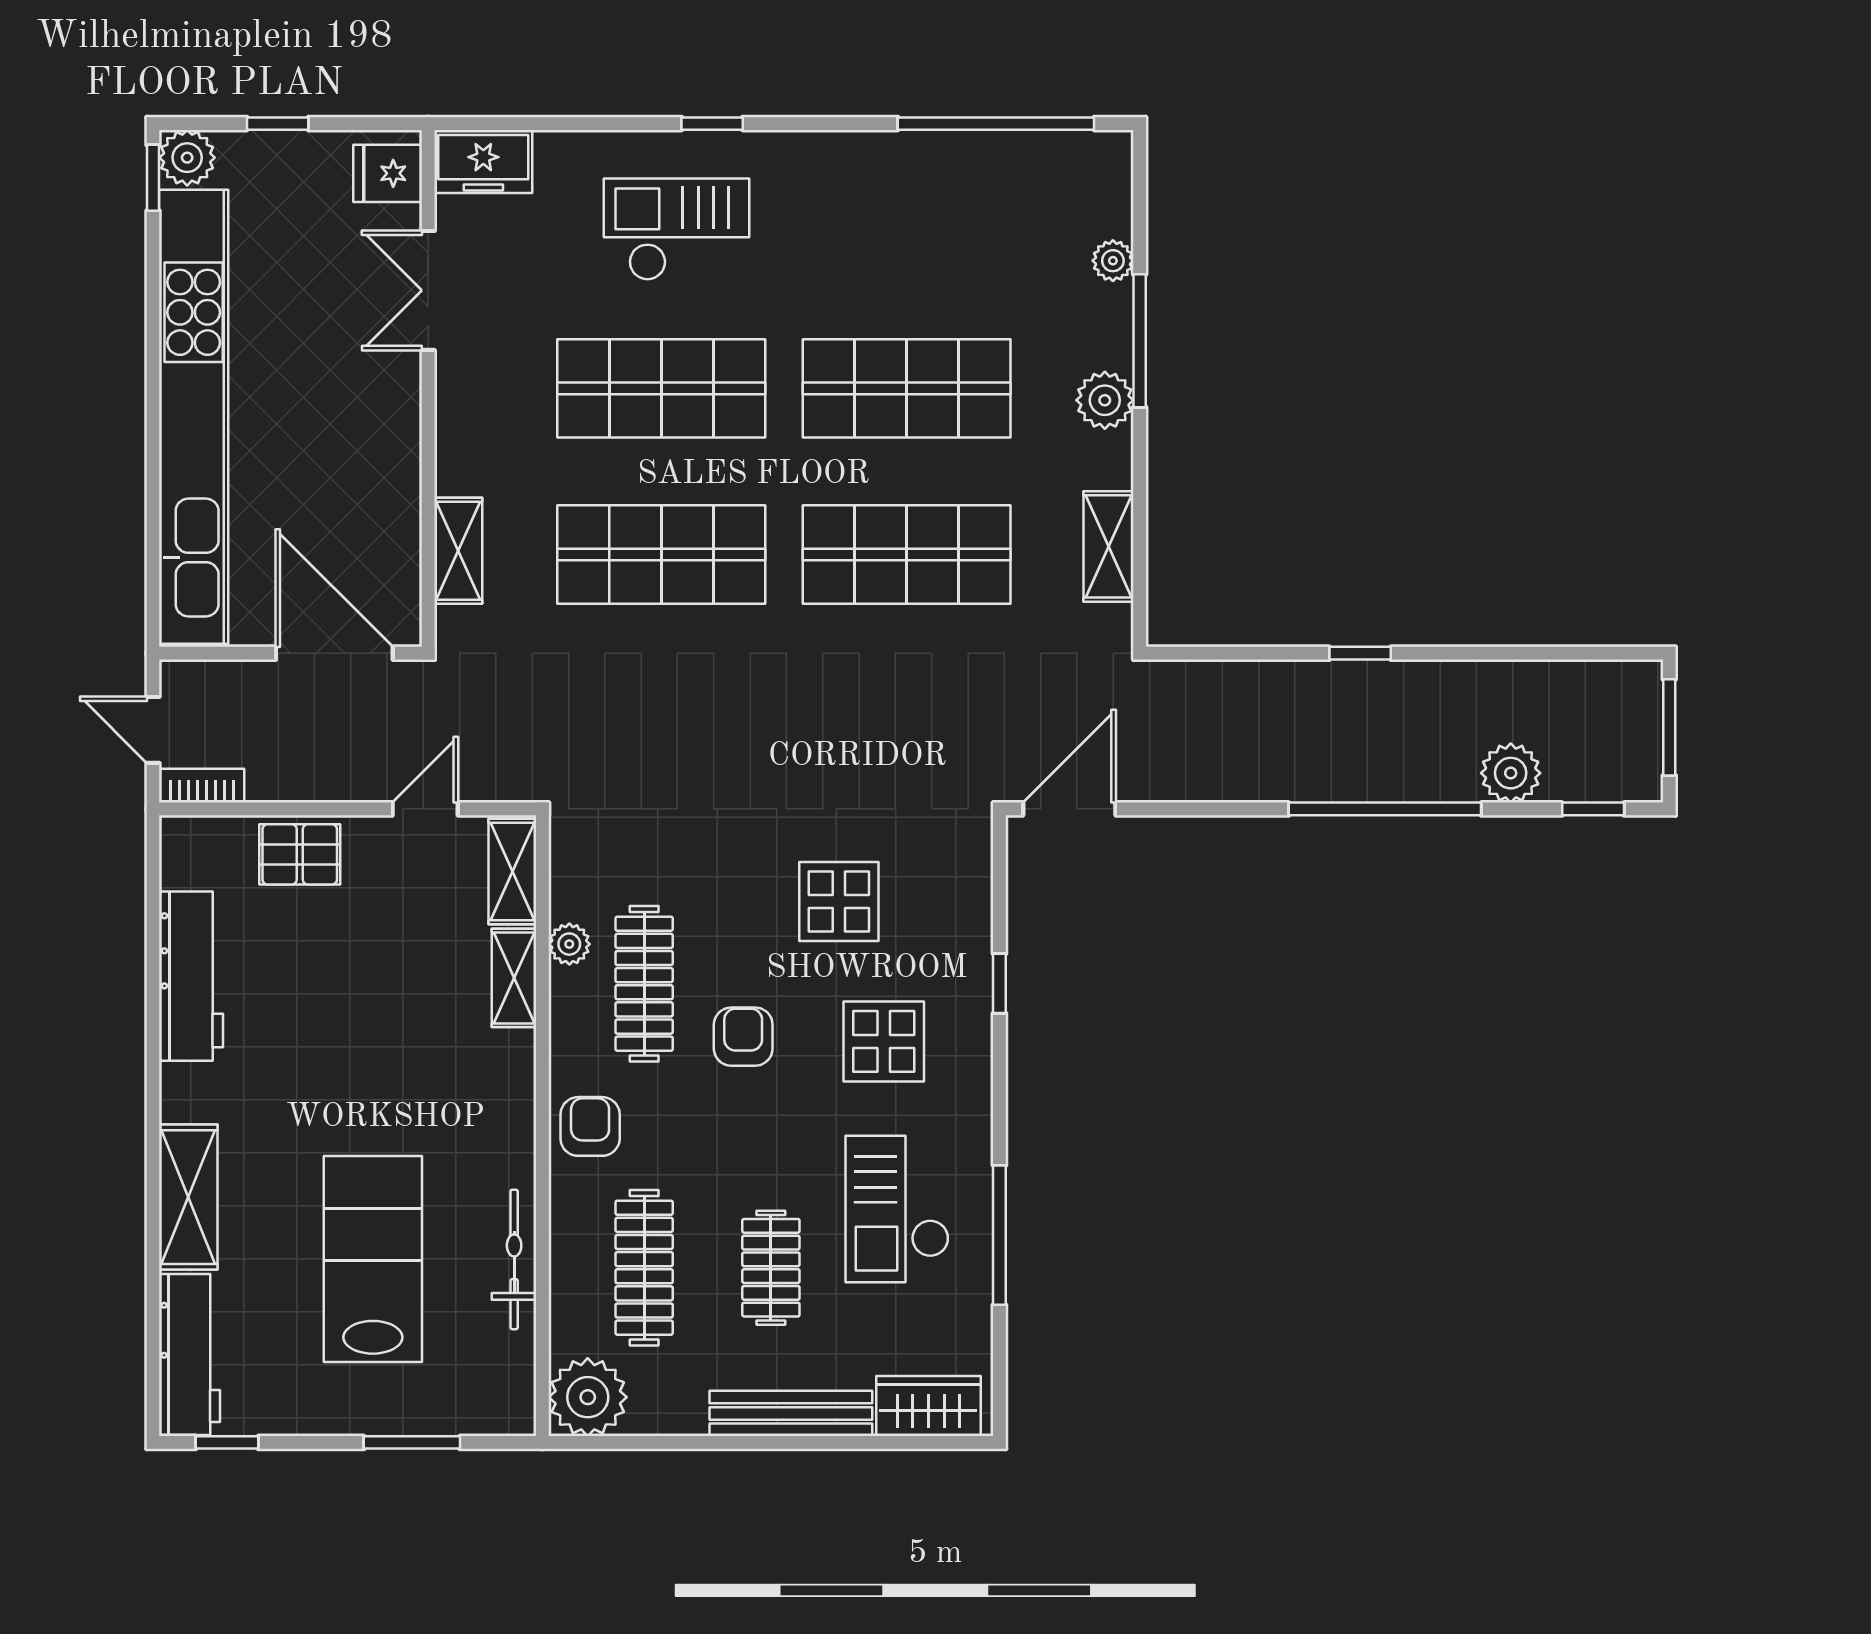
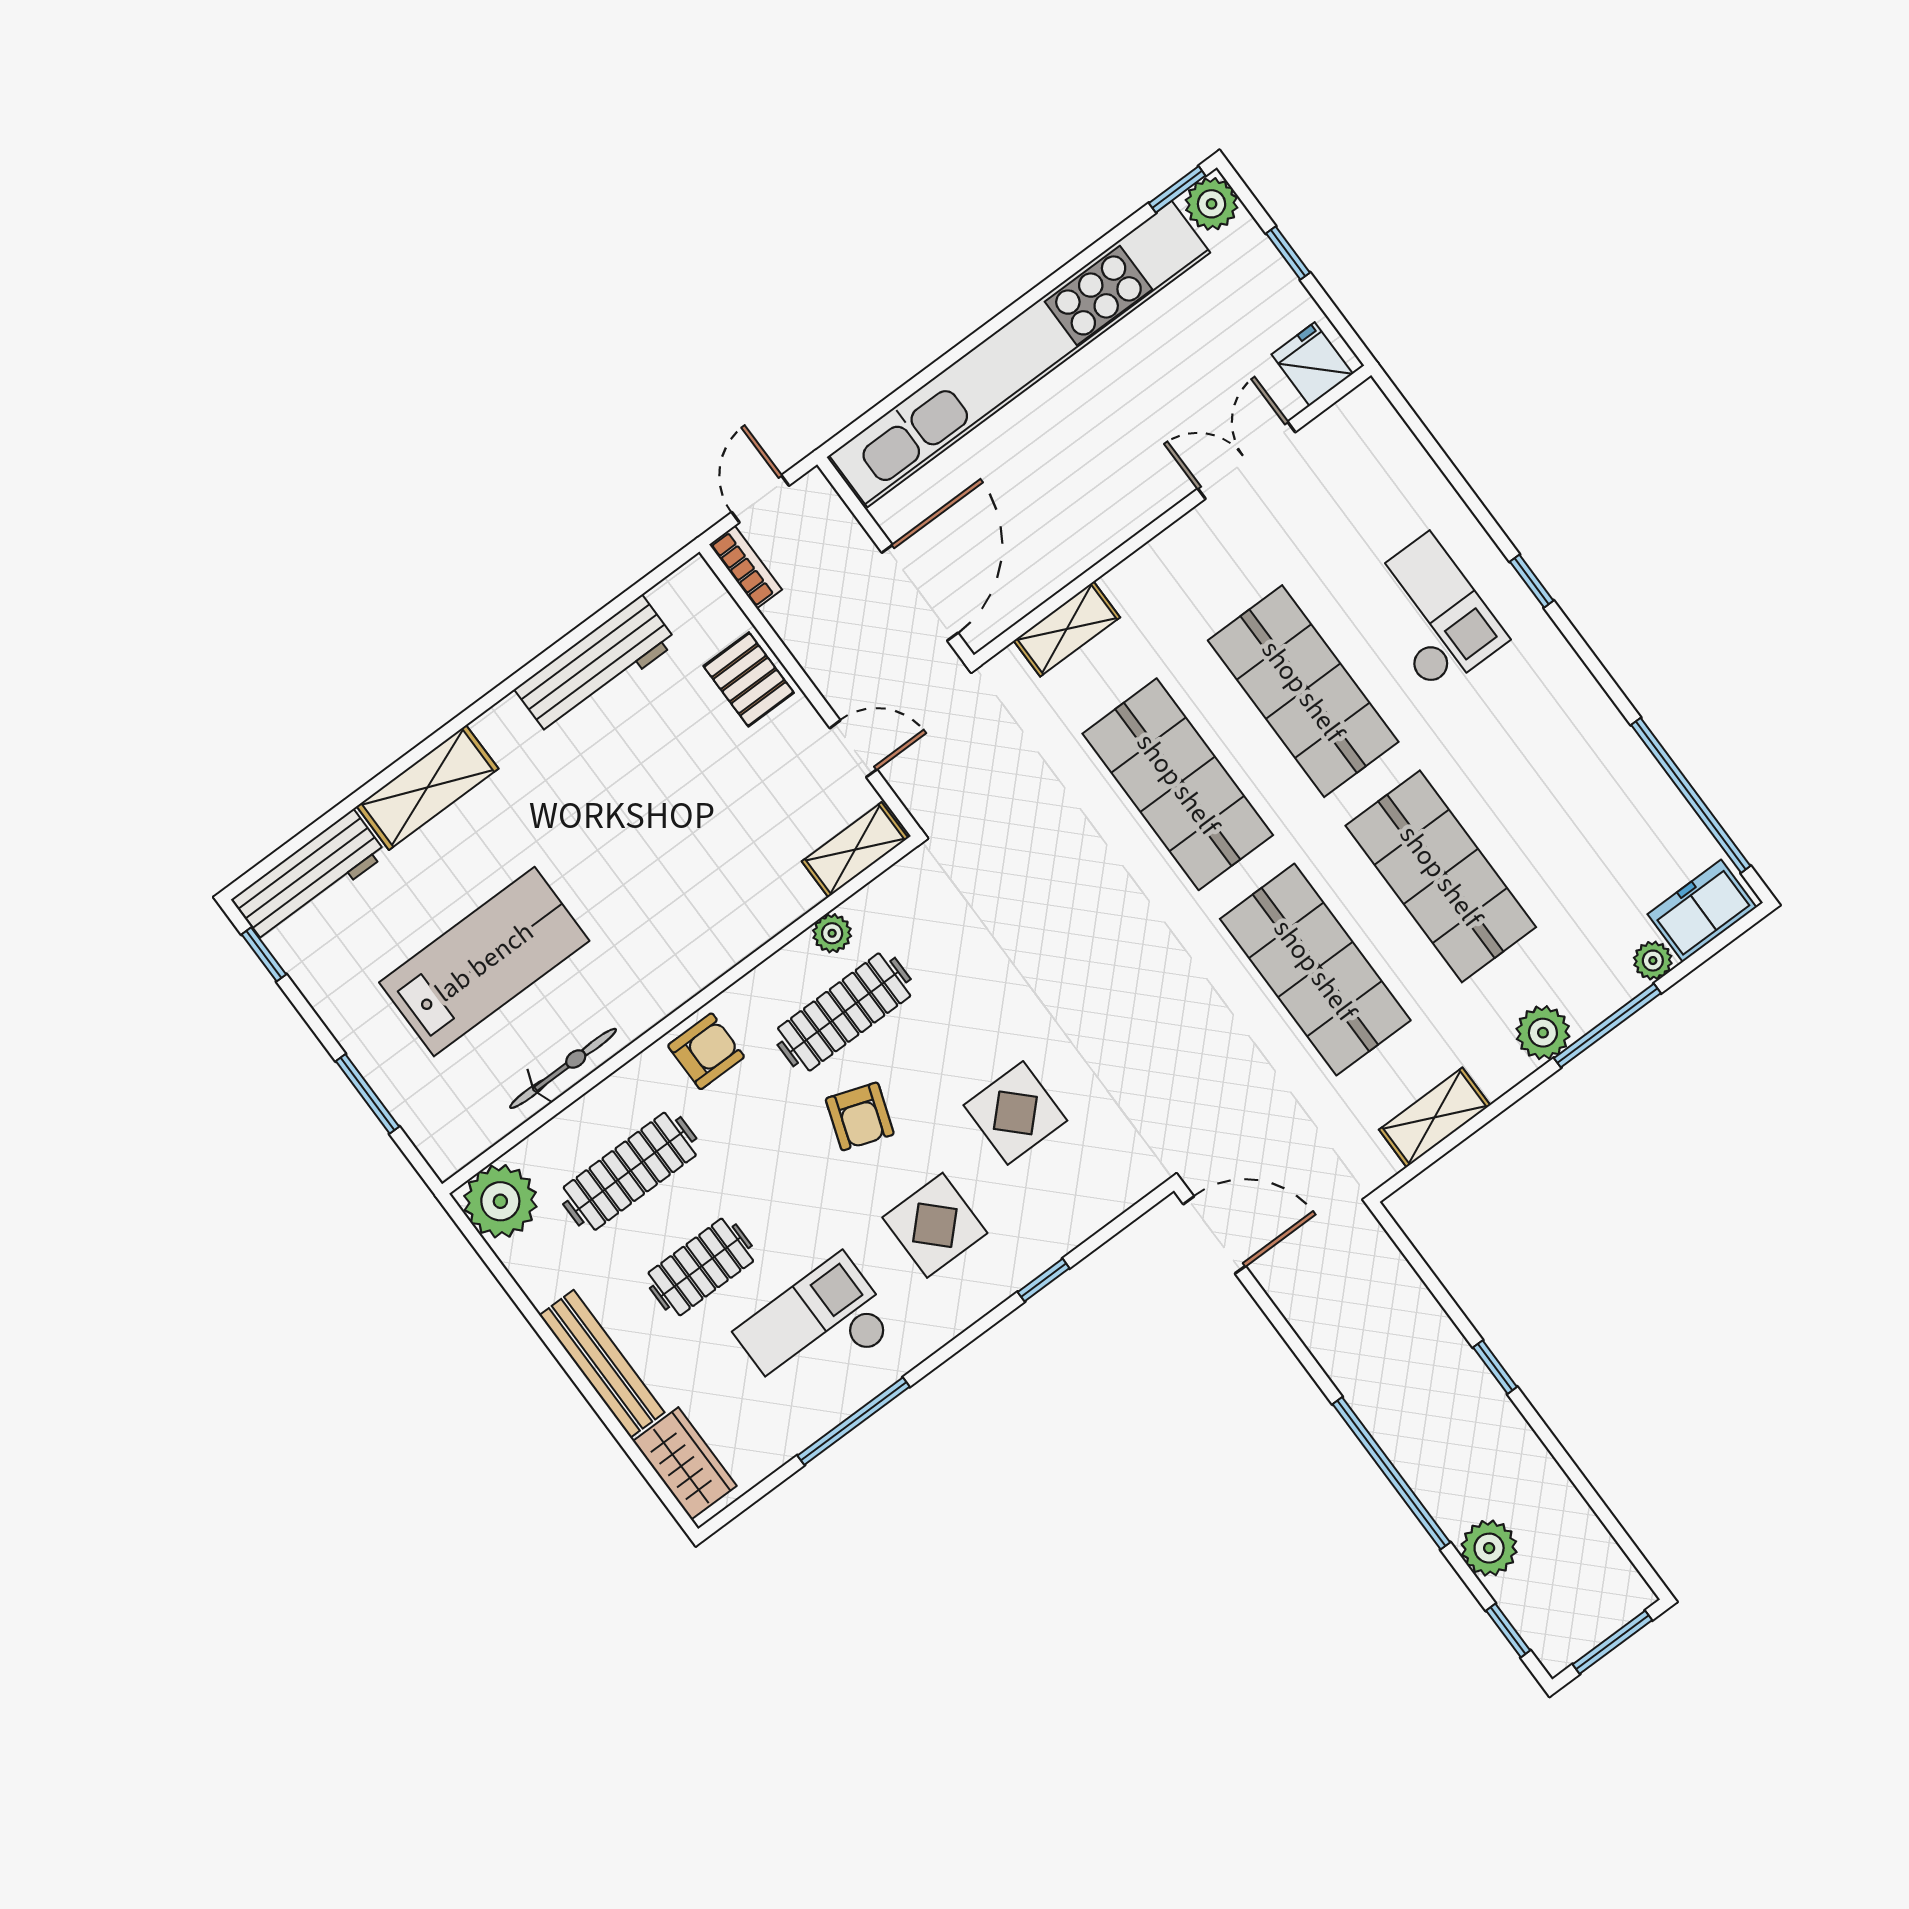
freezer: (483, 162) -> (1702, 911), moved, turned 90
shelving: (514, 978) -> (776, 911), removed
armchair: (743, 1037) -> (860, 1116), turned 109

